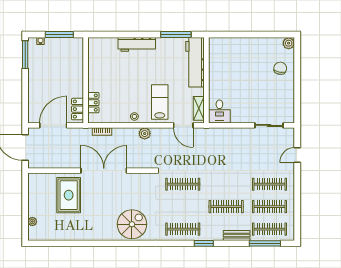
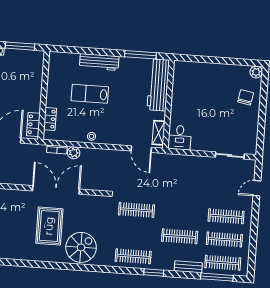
lab bench: (160, 102) -> (90, 94), moved, turned -90
plant: (145, 134) -> (74, 153), moved
rug: (69, 195) -> (49, 226), moved

